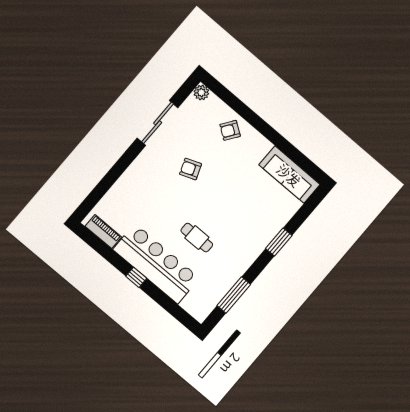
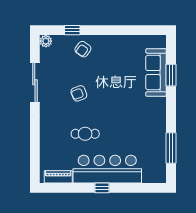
window: (235, 104) -> (72, 30), added
sofa: (289, 175) -> (156, 72), moved, turned 90
cafe table: (197, 238) -> (85, 134), moved
window: (279, 242) -> (171, 75), moved

